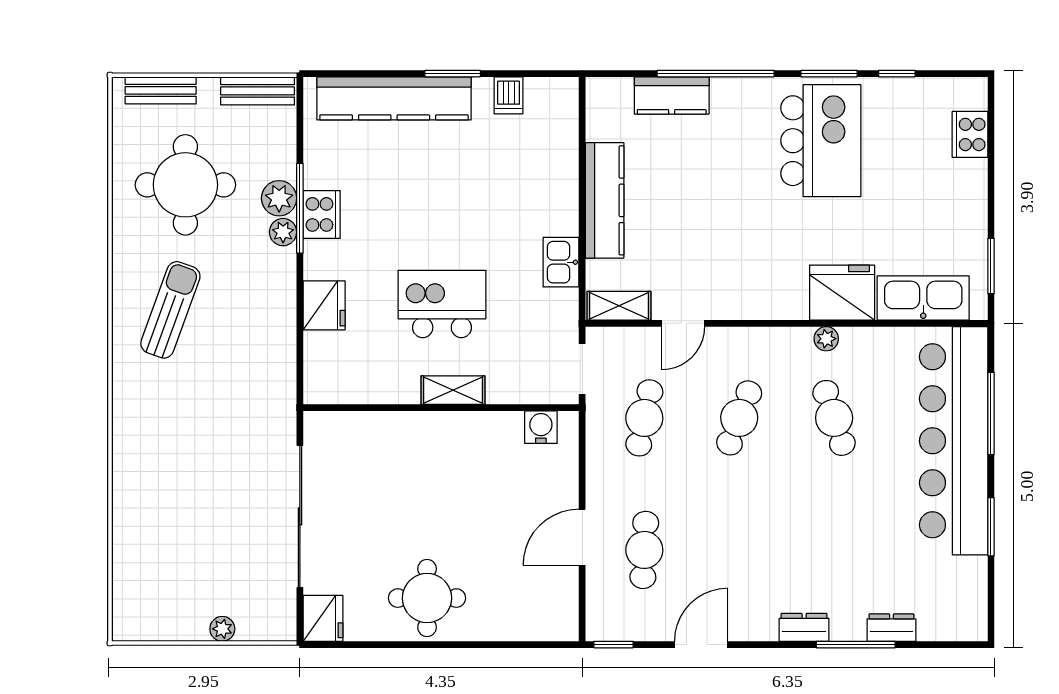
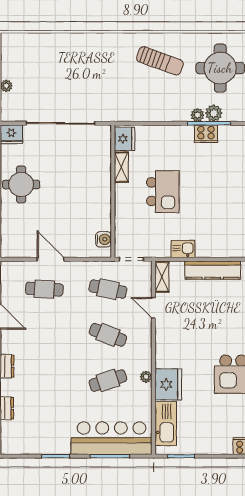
fridge: (324, 305) -> (125, 139), moved, turned -90
shelving: (453, 390) -> (121, 167), moved
bar counter: (954, 441) -> (112, 438), width x0.73

